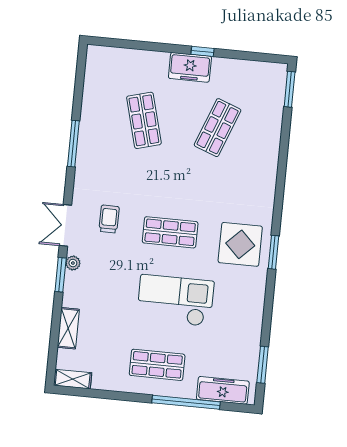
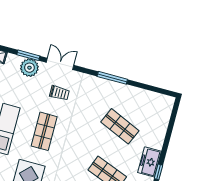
shop shelf: (144, 120) -> (120, 126), turned 39
plant: (73, 263) -> (29, 68), width x1.88, depth x1.88

